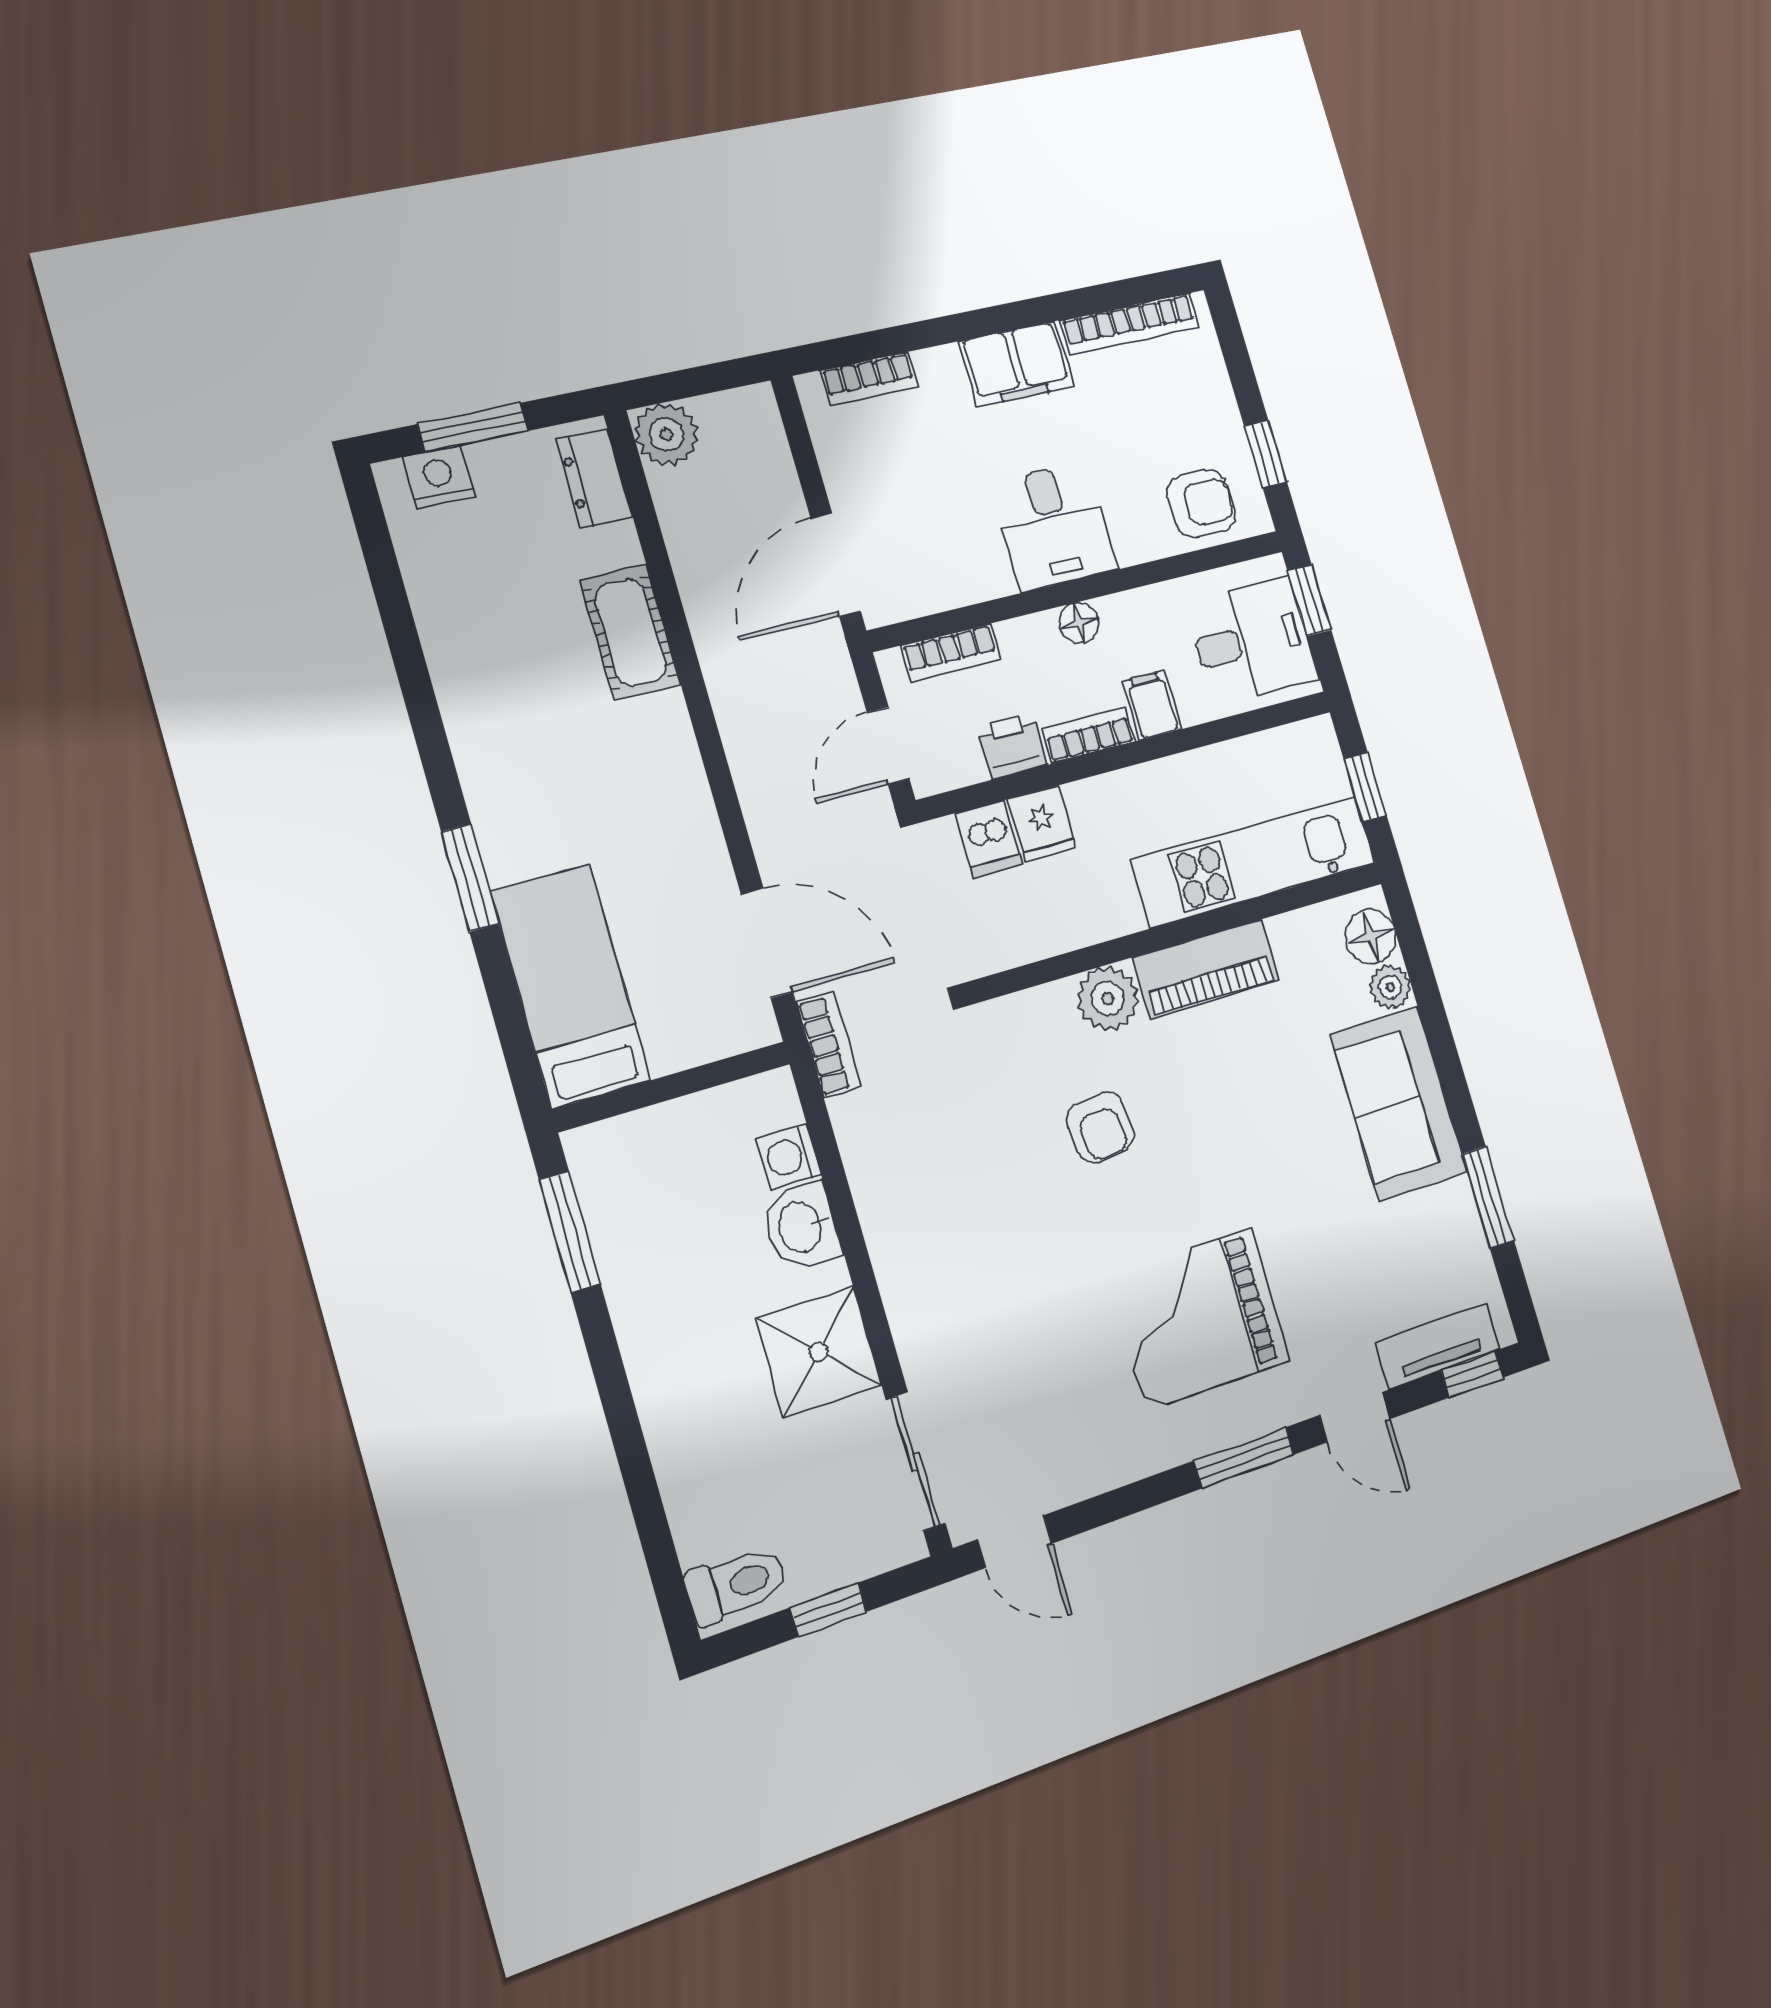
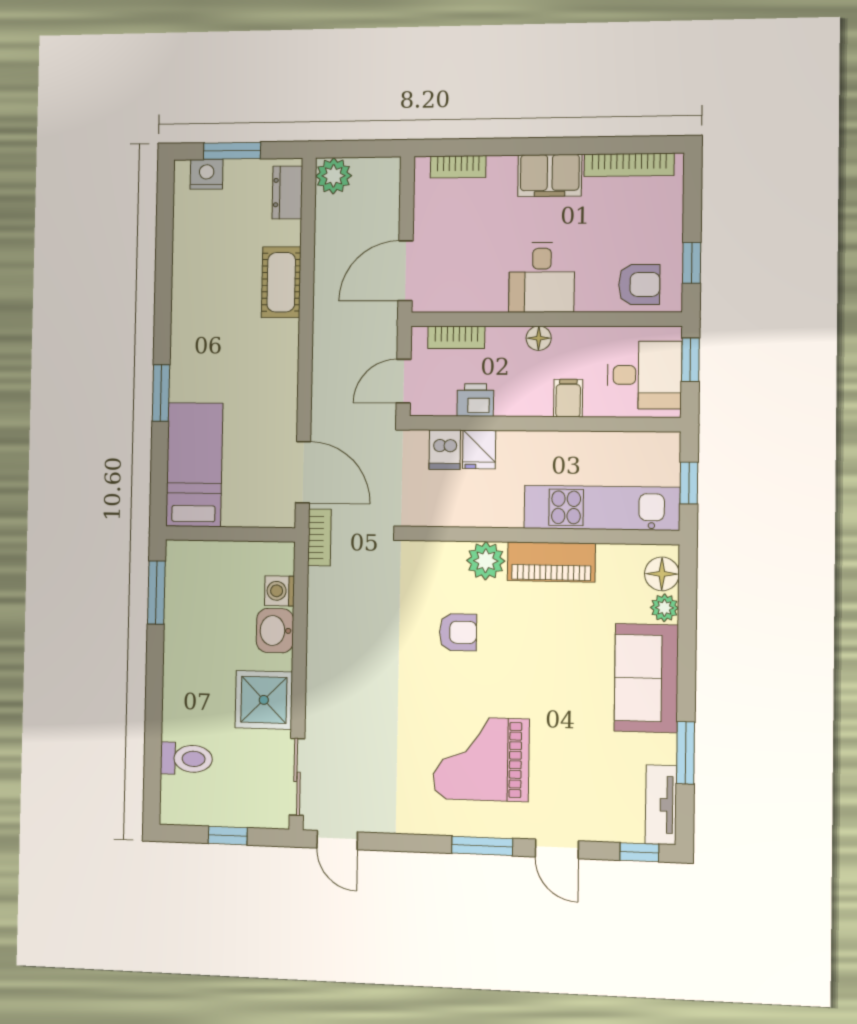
bookcase: (1089, 735) -> (523, 406), removed
armchair: (1100, 1127) -> (458, 632), turned -83
tv unit: (1438, 1346) -> (661, 805), moved, turned -90
toilet: (737, 1584) -> (186, 759), moved

